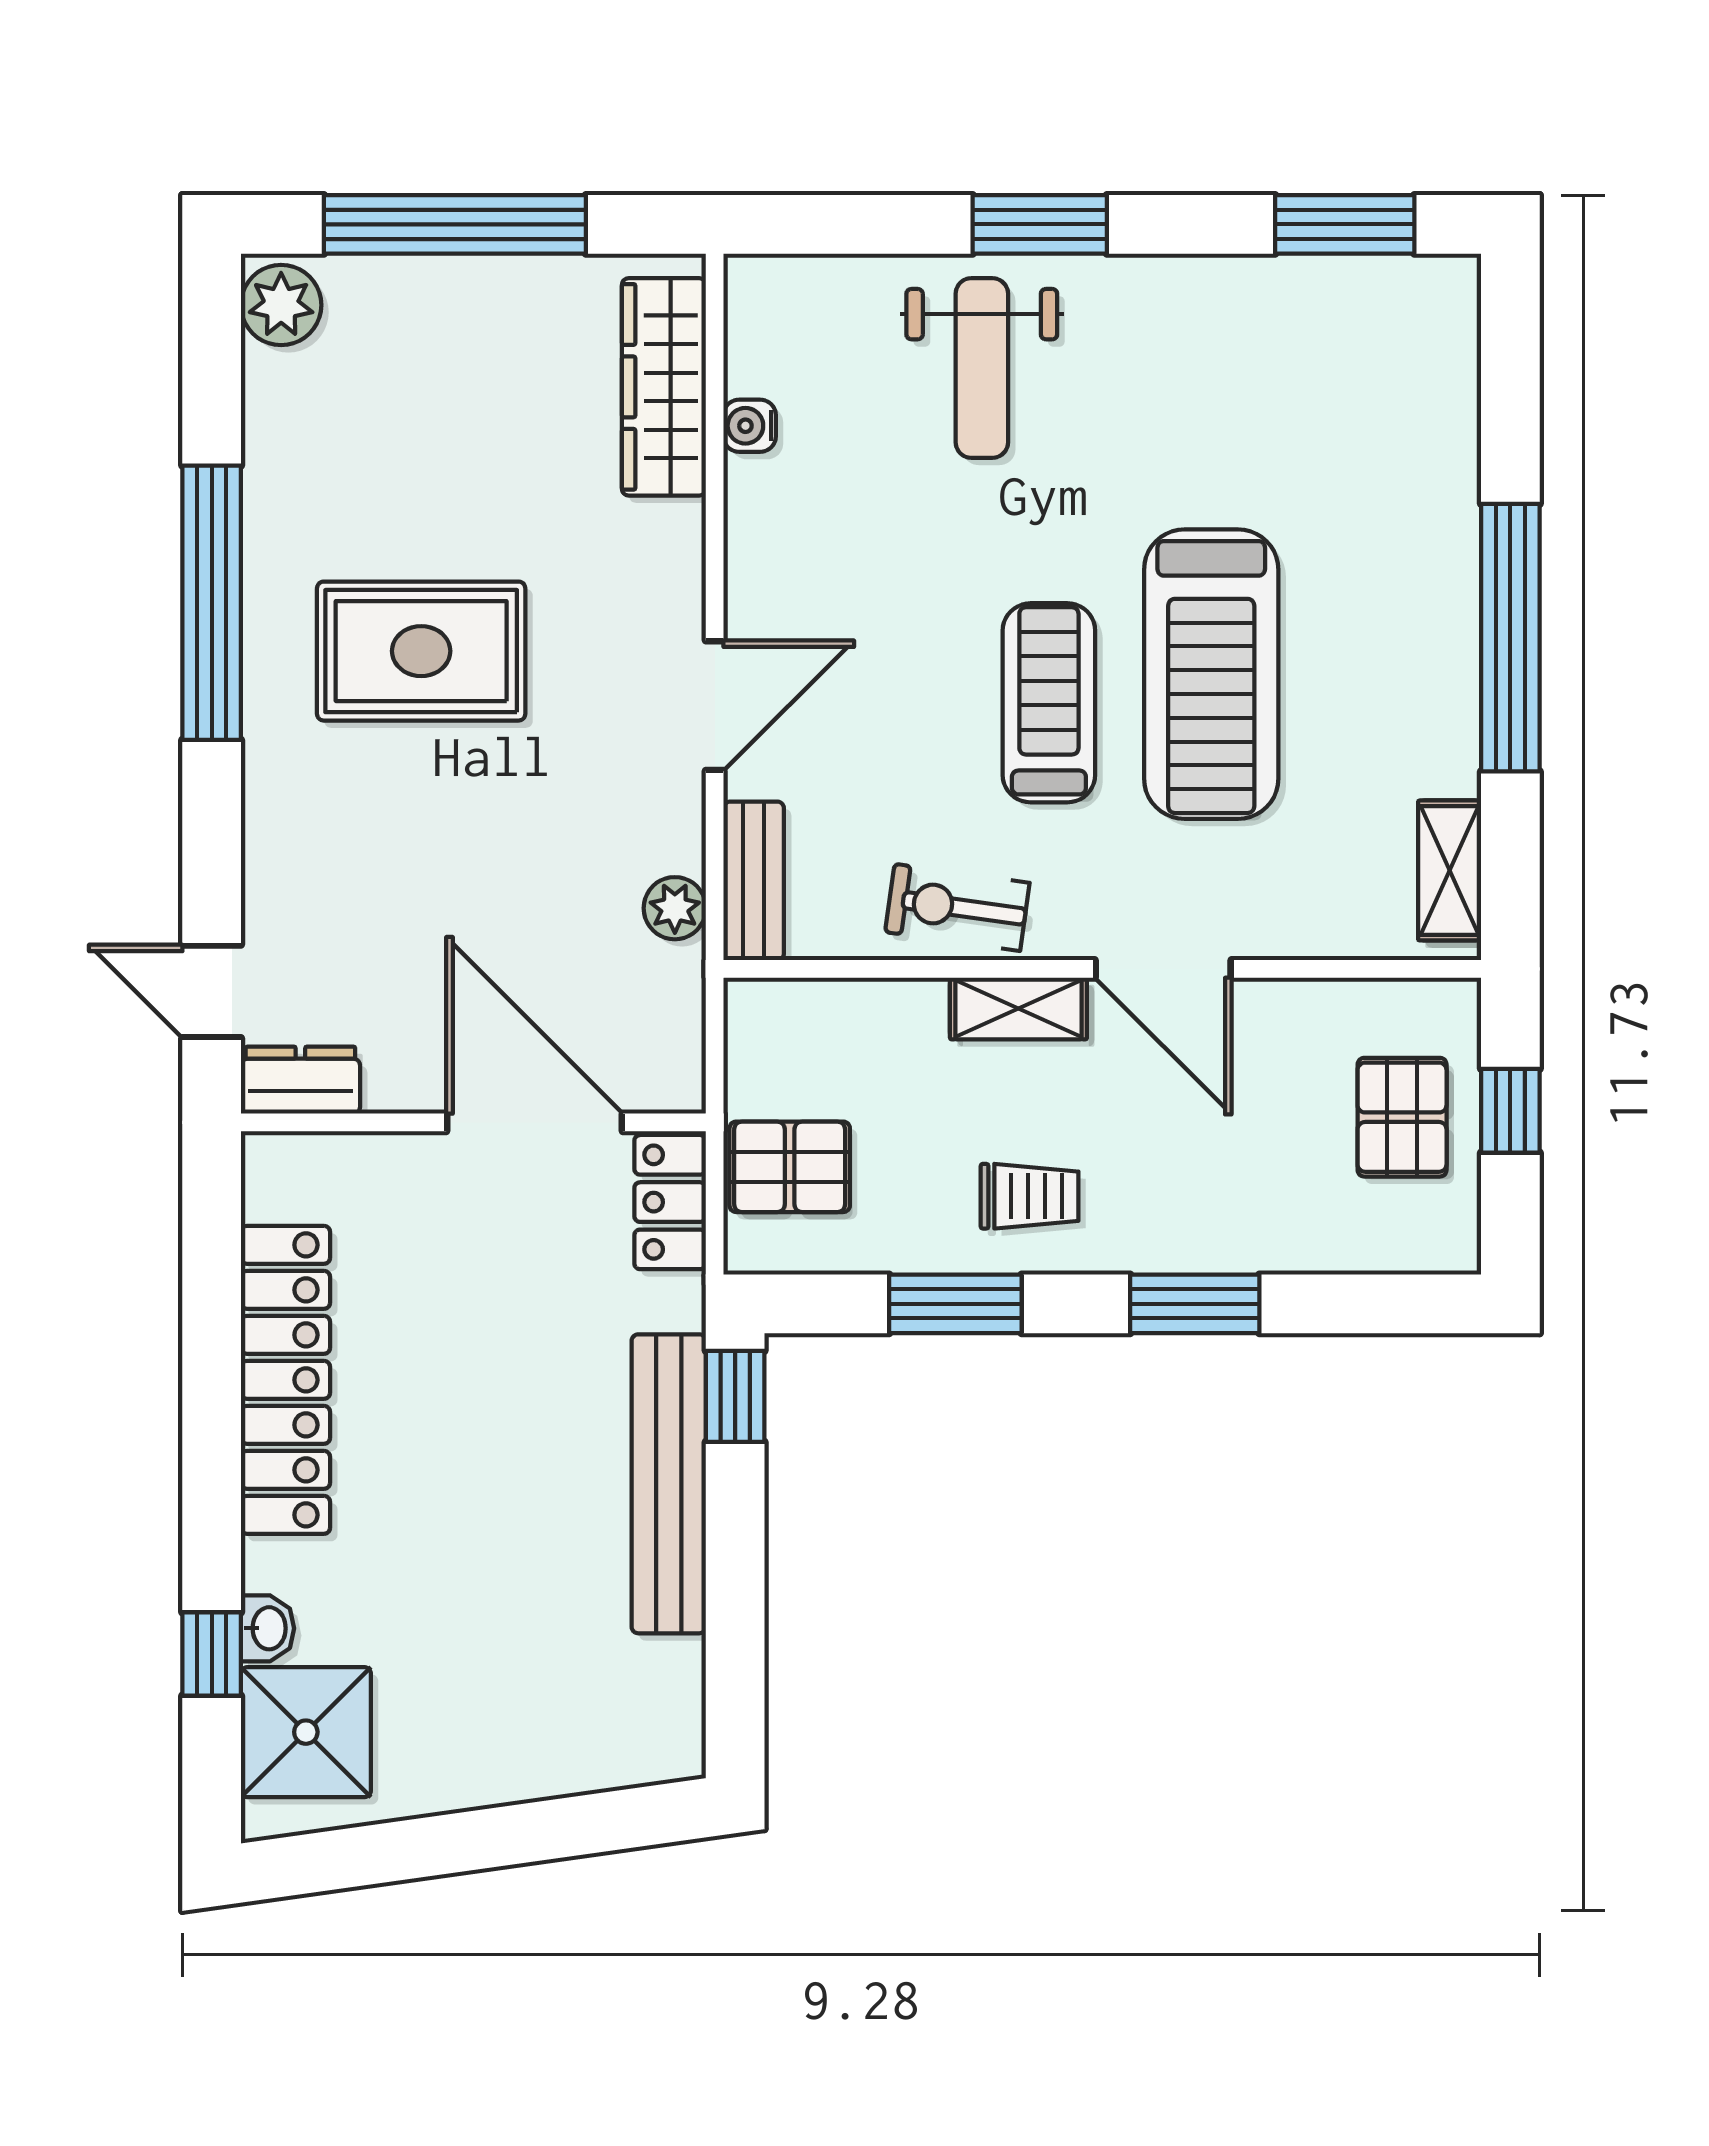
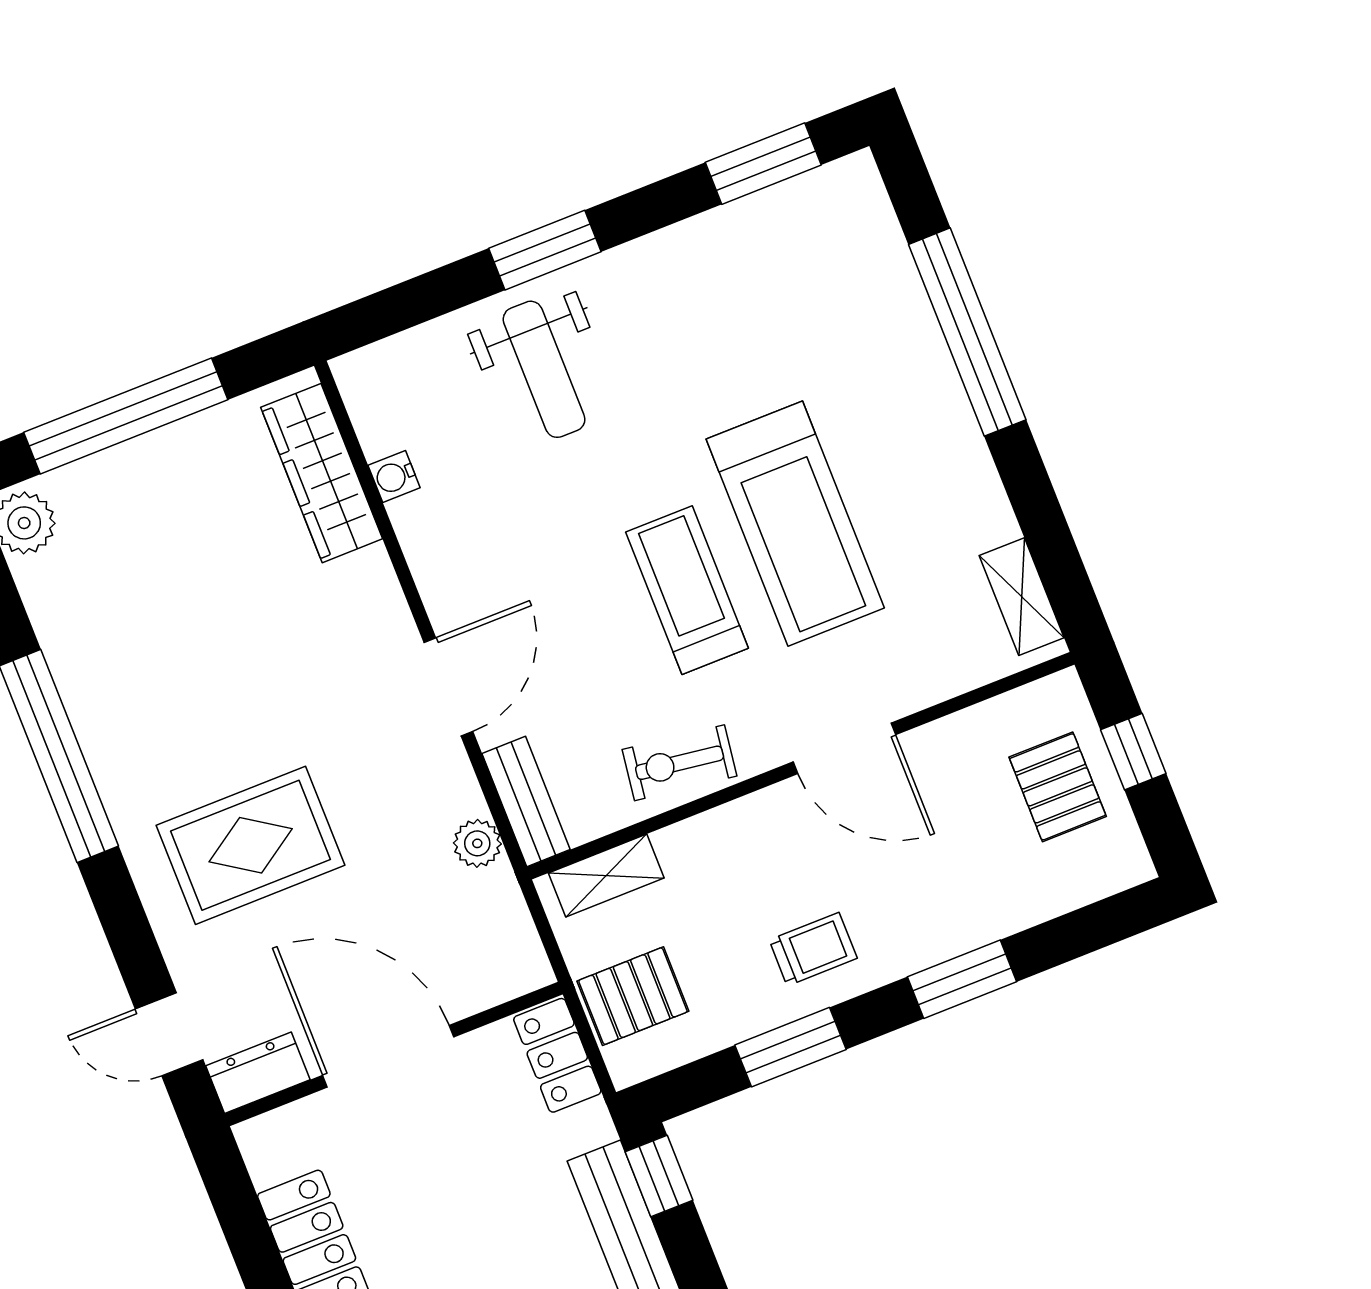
window: (1510, 638) -> (967, 332), moved
rug: (421, 651) -> (251, 845), moved
shelving: (1018, 1008) -> (606, 875), moved
door: (534, 1122) -> (388, 1056), moved

